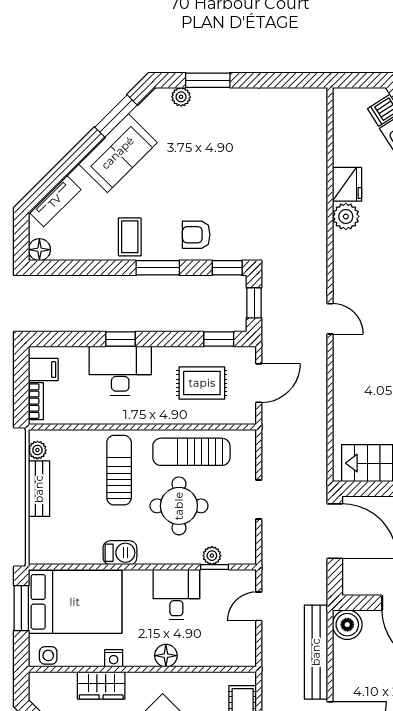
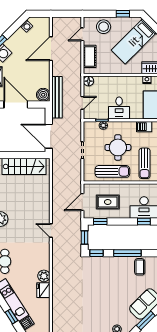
armchair: (196, 235) -> (110, 268), removed
window: (158, 268) -> (127, 253), width x1.44
bench: (316, 652) -> (57, 97), moved
floor lamp: (166, 656) -> (89, 81), moved

